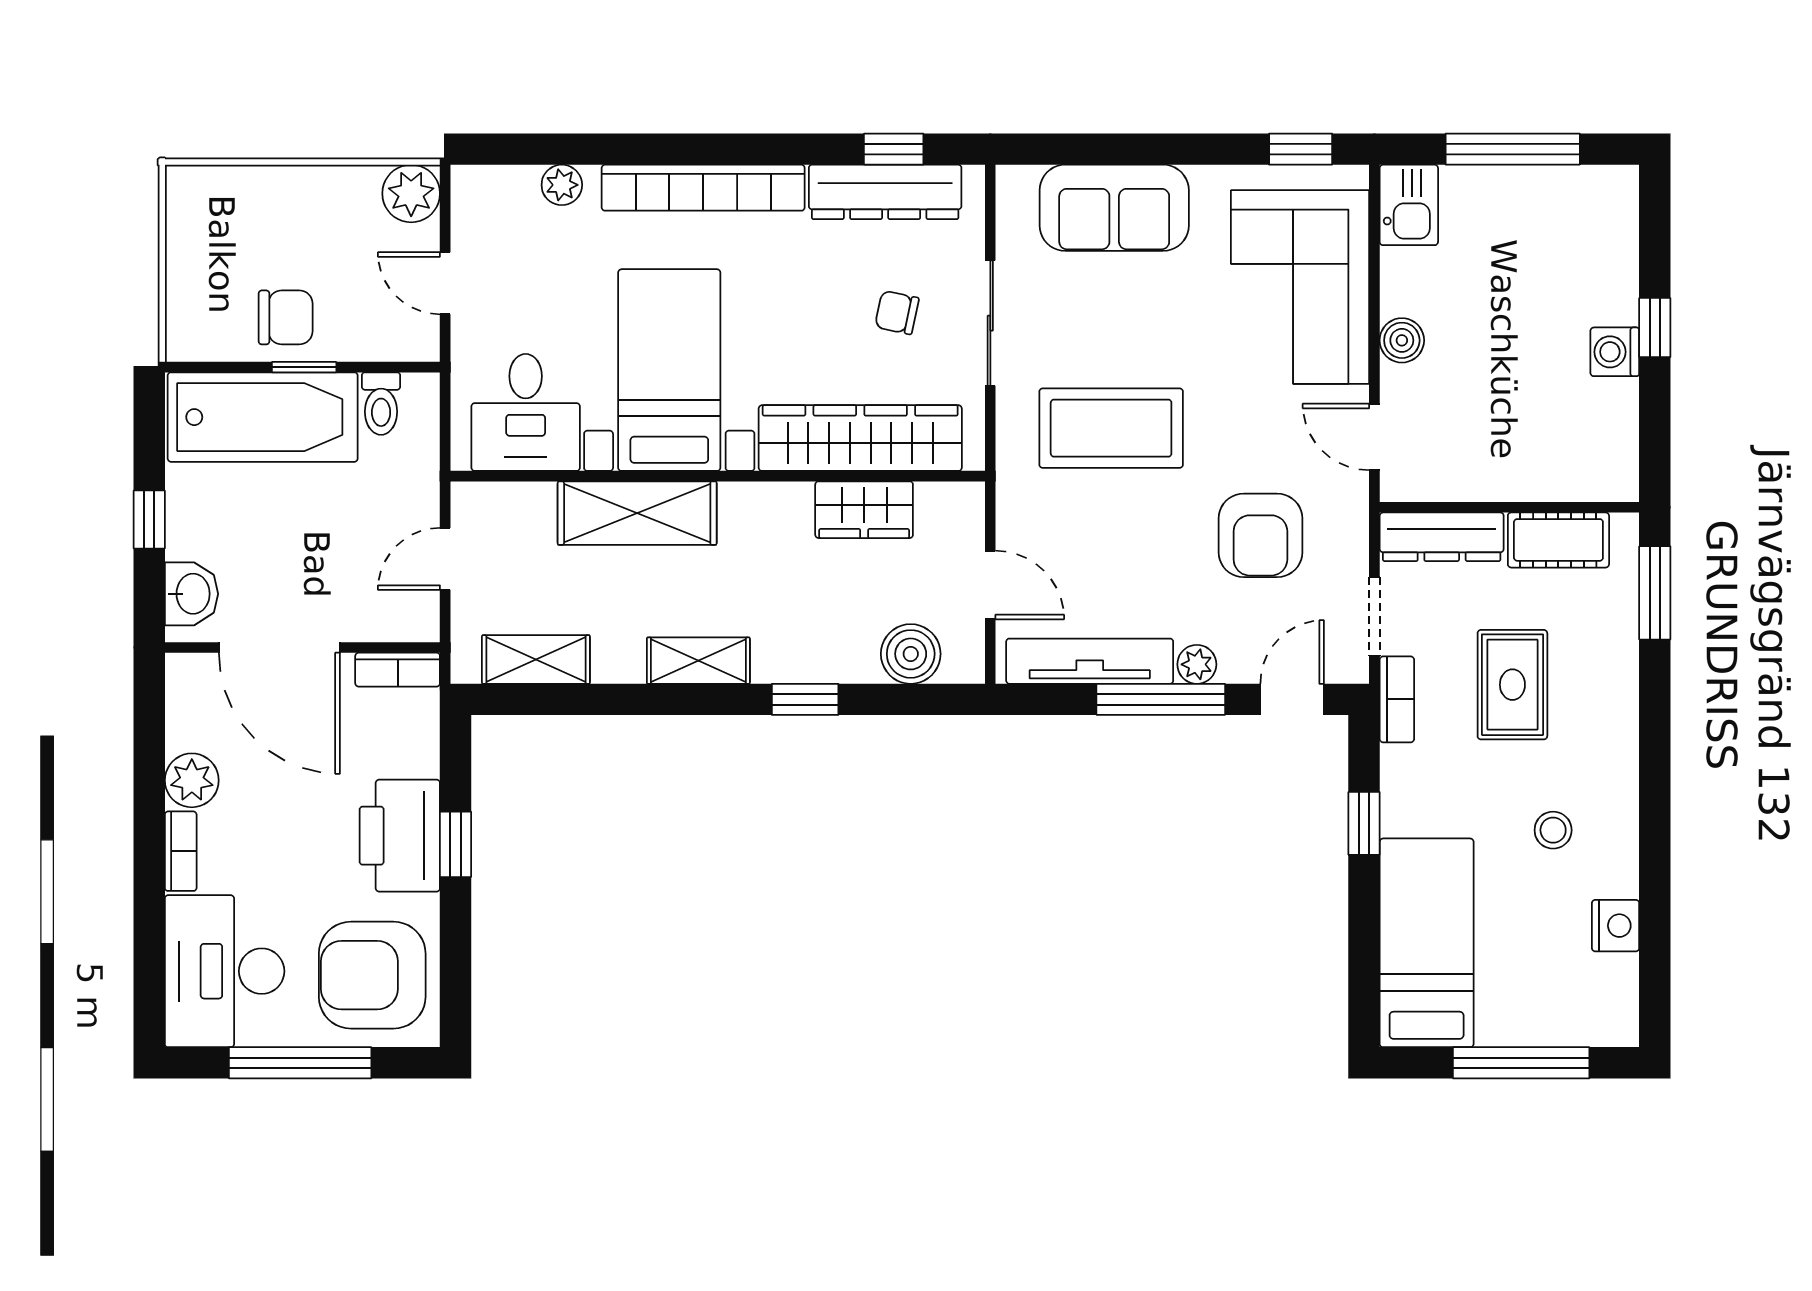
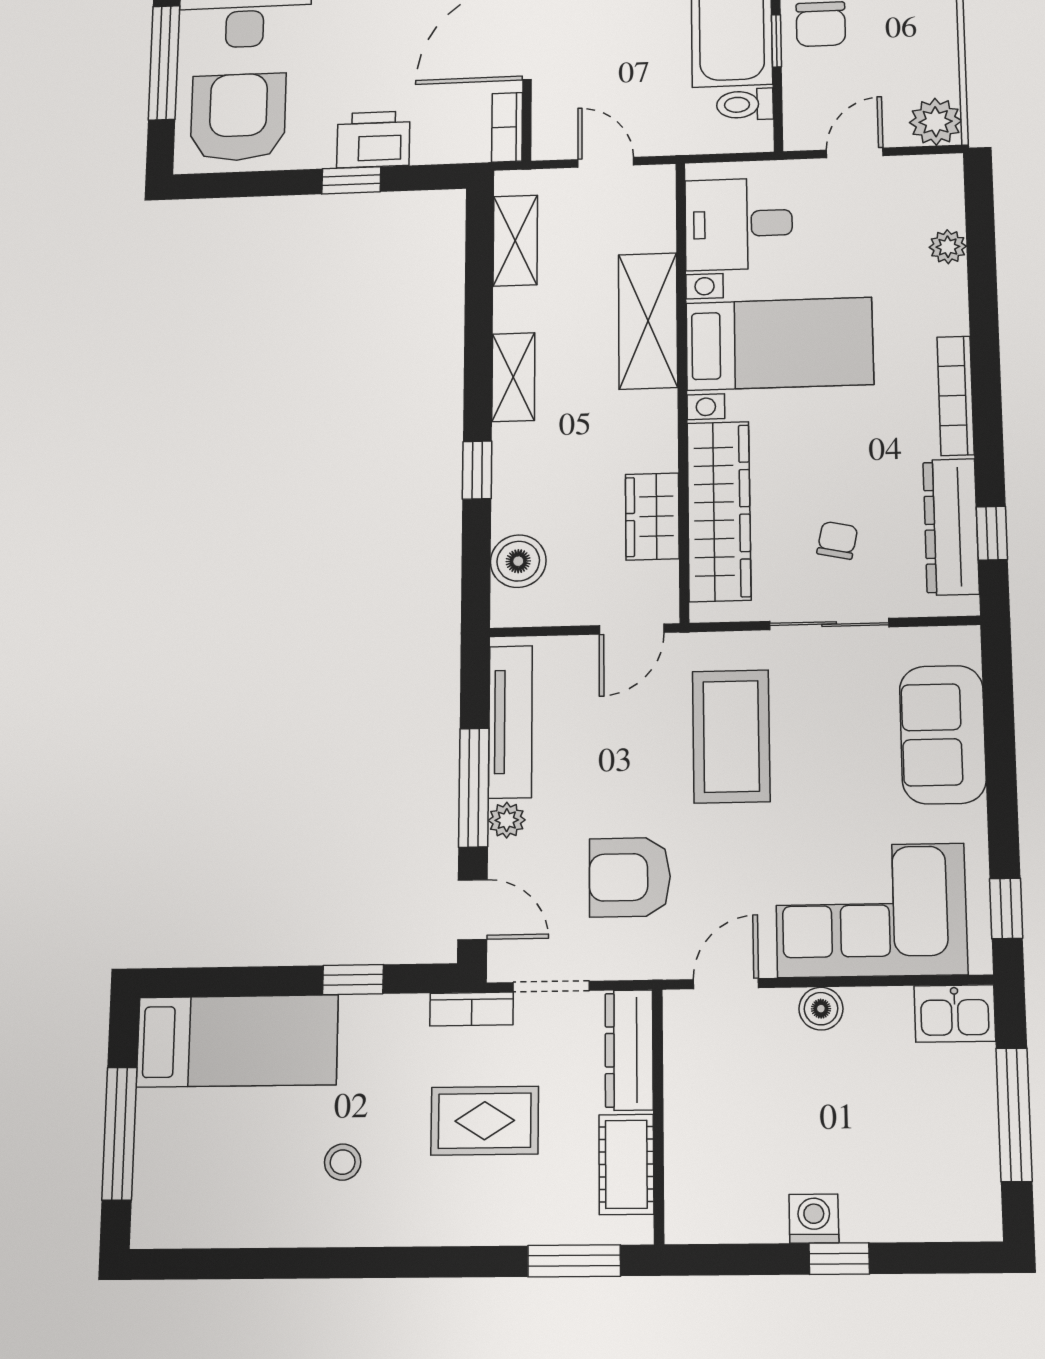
bookcase: (703, 188) -> (956, 396), width x0.68, depth x0.76
door: (990, 585) -> (632, 629), moved
printer: (400, 836) -> (373, 139), width x0.73, depth x0.84
nightstand: (1616, 926) -> (248, 1225), removed

